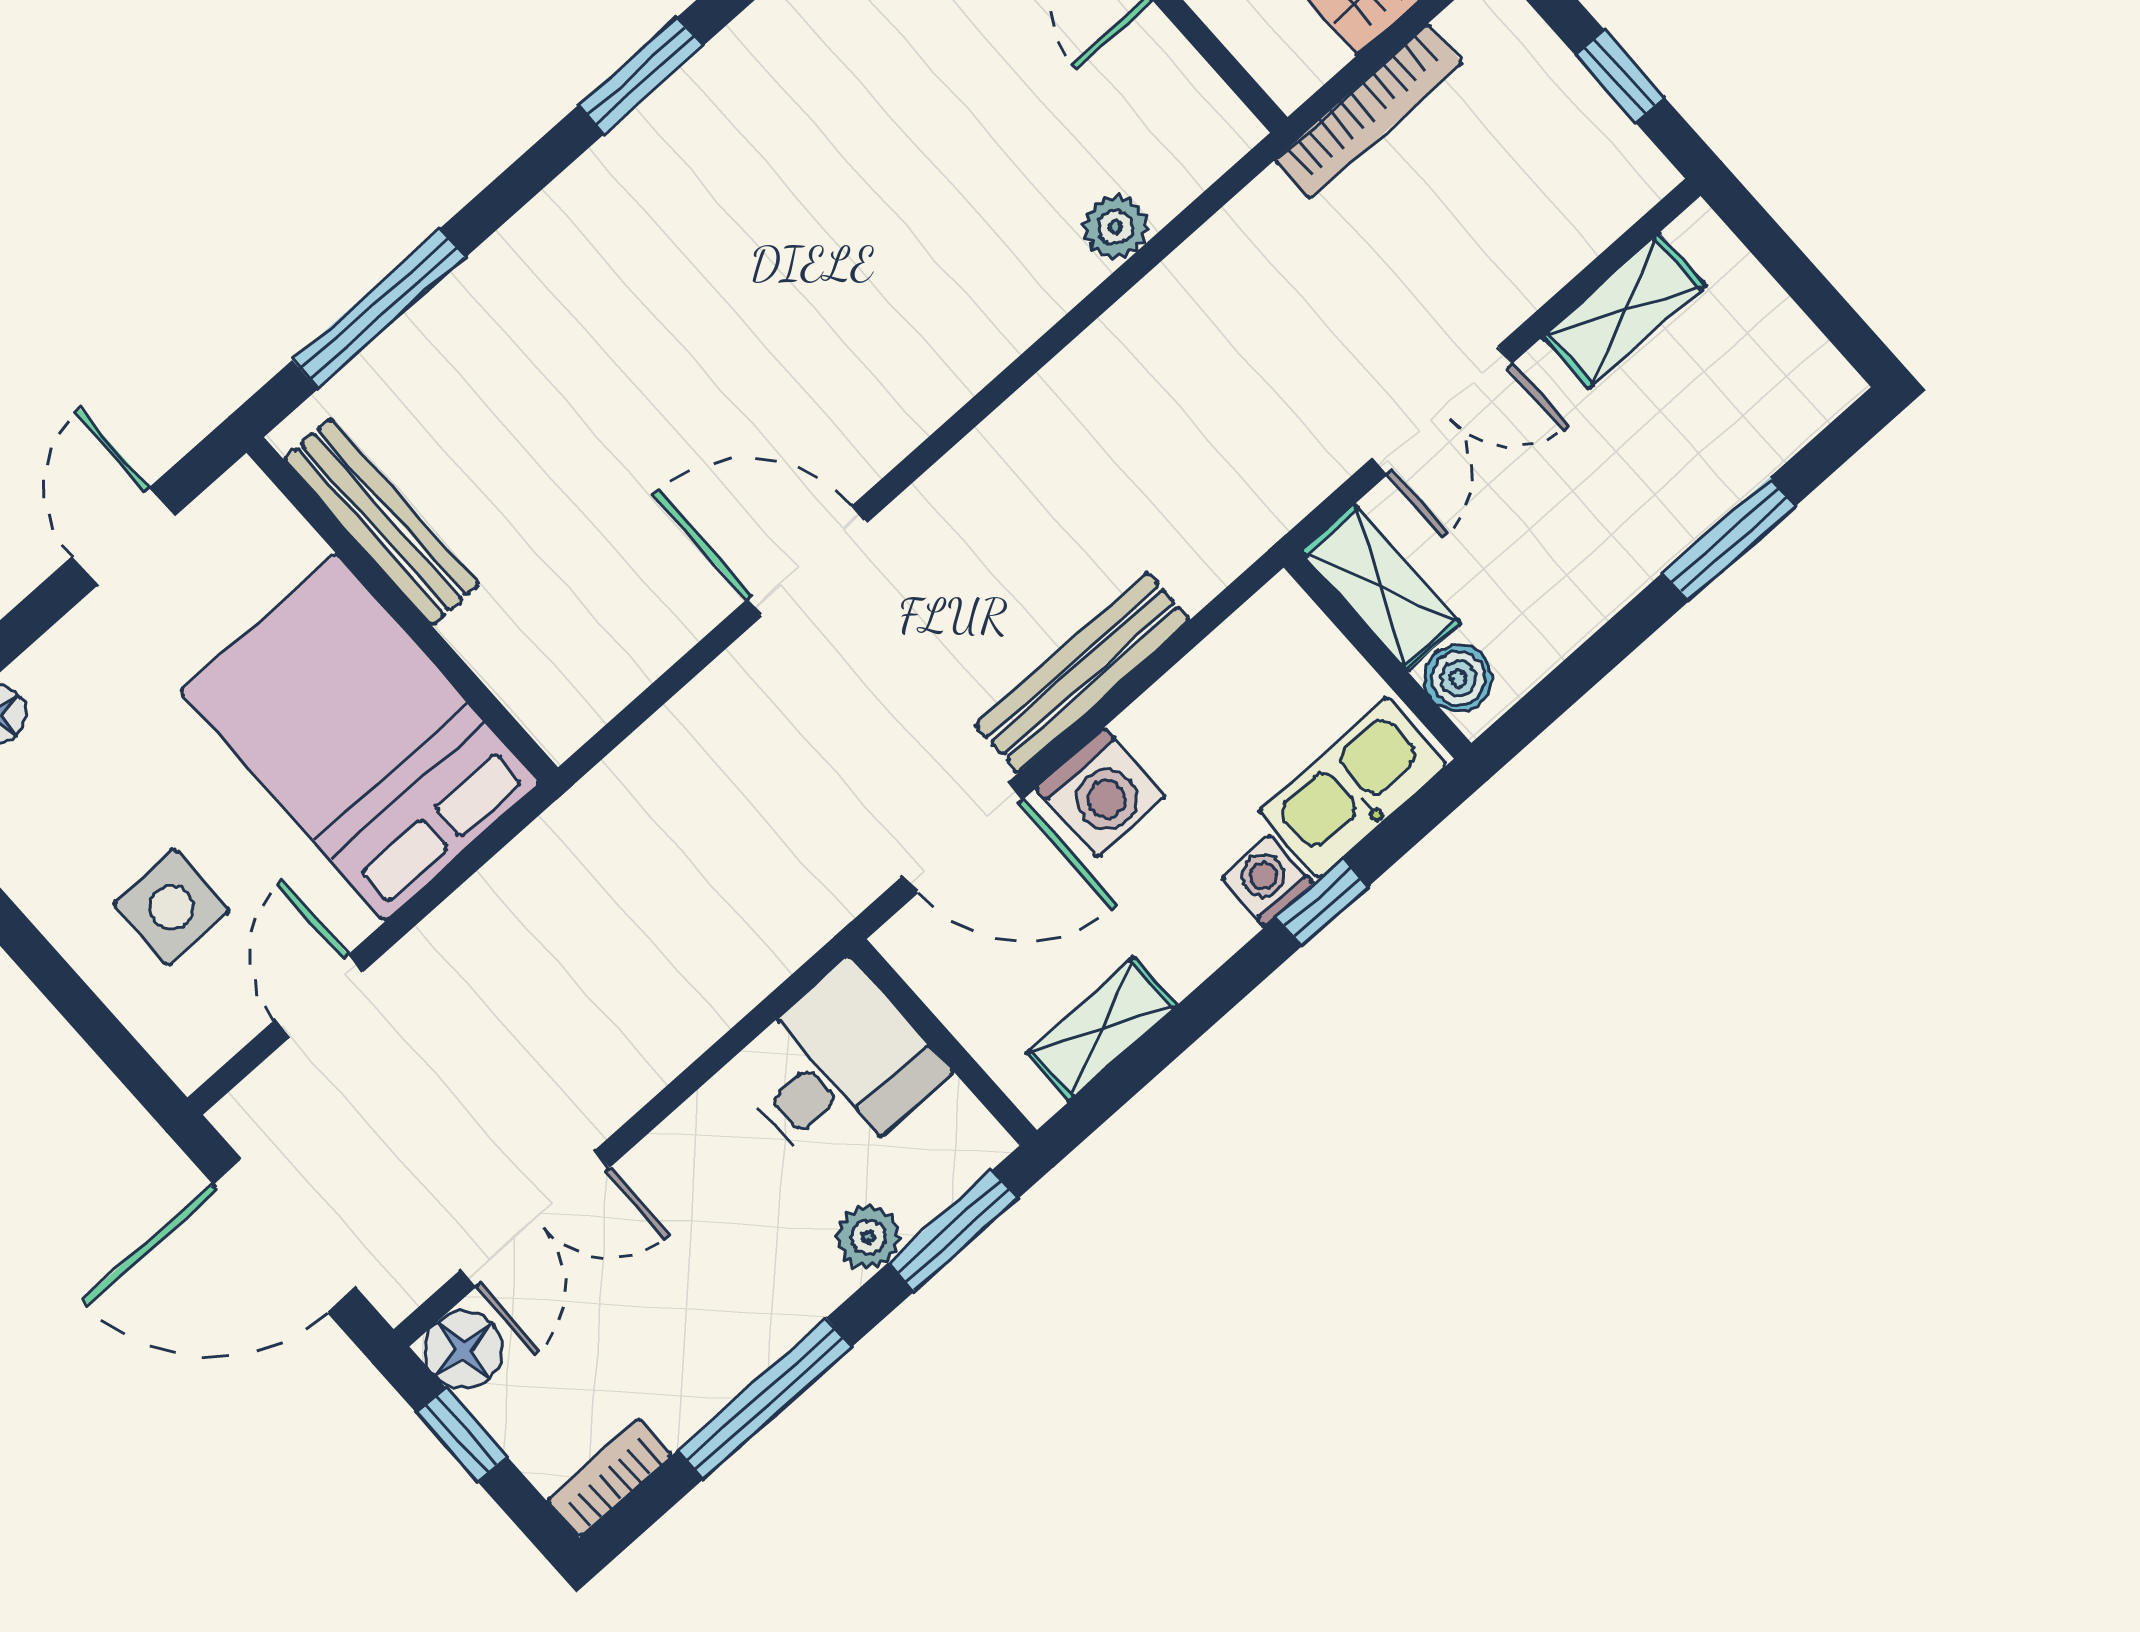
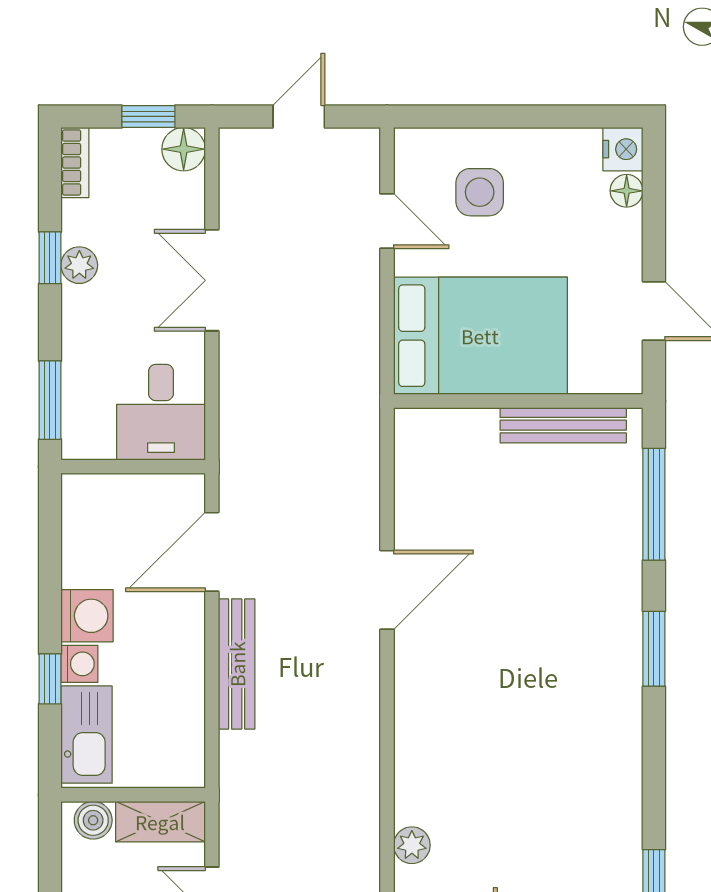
window: (641, 75) -> (654, 649), moved
washing machine: (1101, 792) -> (87, 616), moved, turned 180
shelving: (1102, 1029) -> (79, 538), removed
double door: (535, 1219) -> (212, 280), moved
door: (285, 1236) -> (299, 116), width x0.53
plant: (868, 1237) -> (79, 265), moved
window: (765, 1398) -> (50, 258), width x0.46

